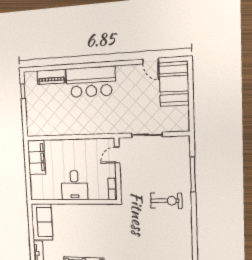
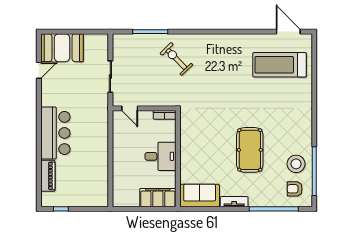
filing cabinet: (37, 157) -> (158, 198), moved
exercise bike: (166, 201) -> (176, 59), turned -44

